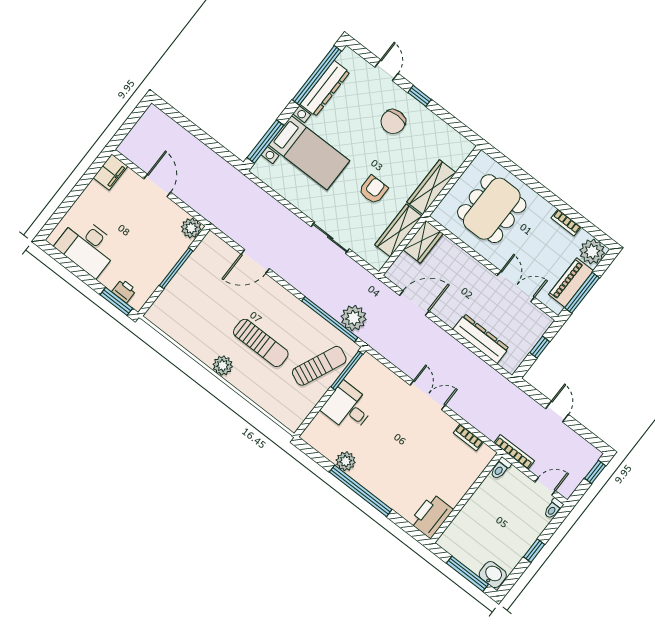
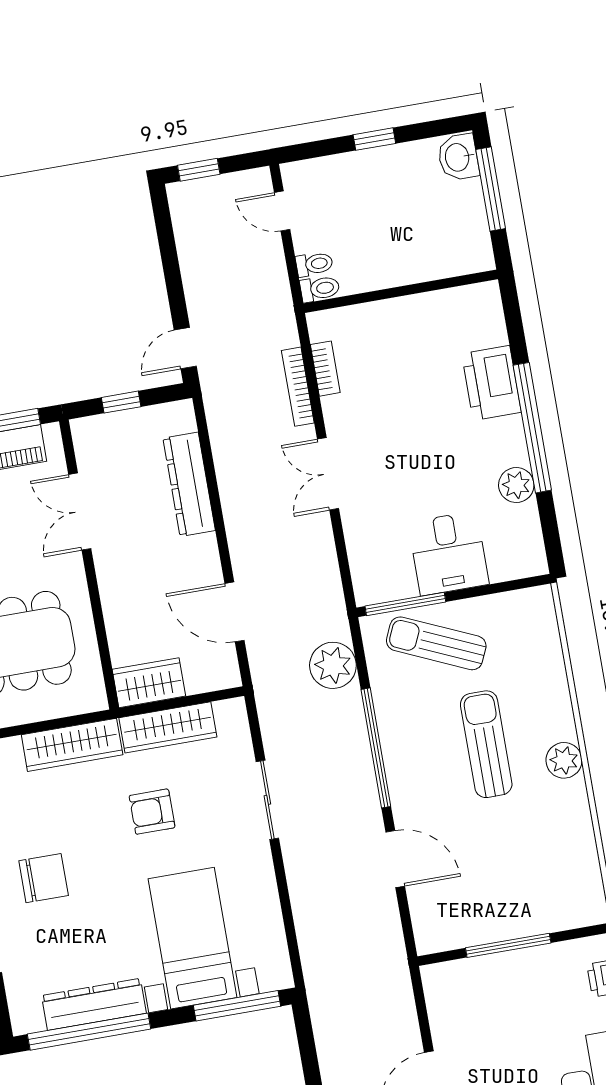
plant: (191, 228) -> (440, 981), removed
window: (330, 319) -> (376, 748), moved
door: (557, 411) -> (185, 348), moved
bookcase: (514, 452) -> (298, 387), moved
toilet: (553, 509) -> (314, 264), moved
printer: (431, 516) -> (491, 383), moved, turned 90

